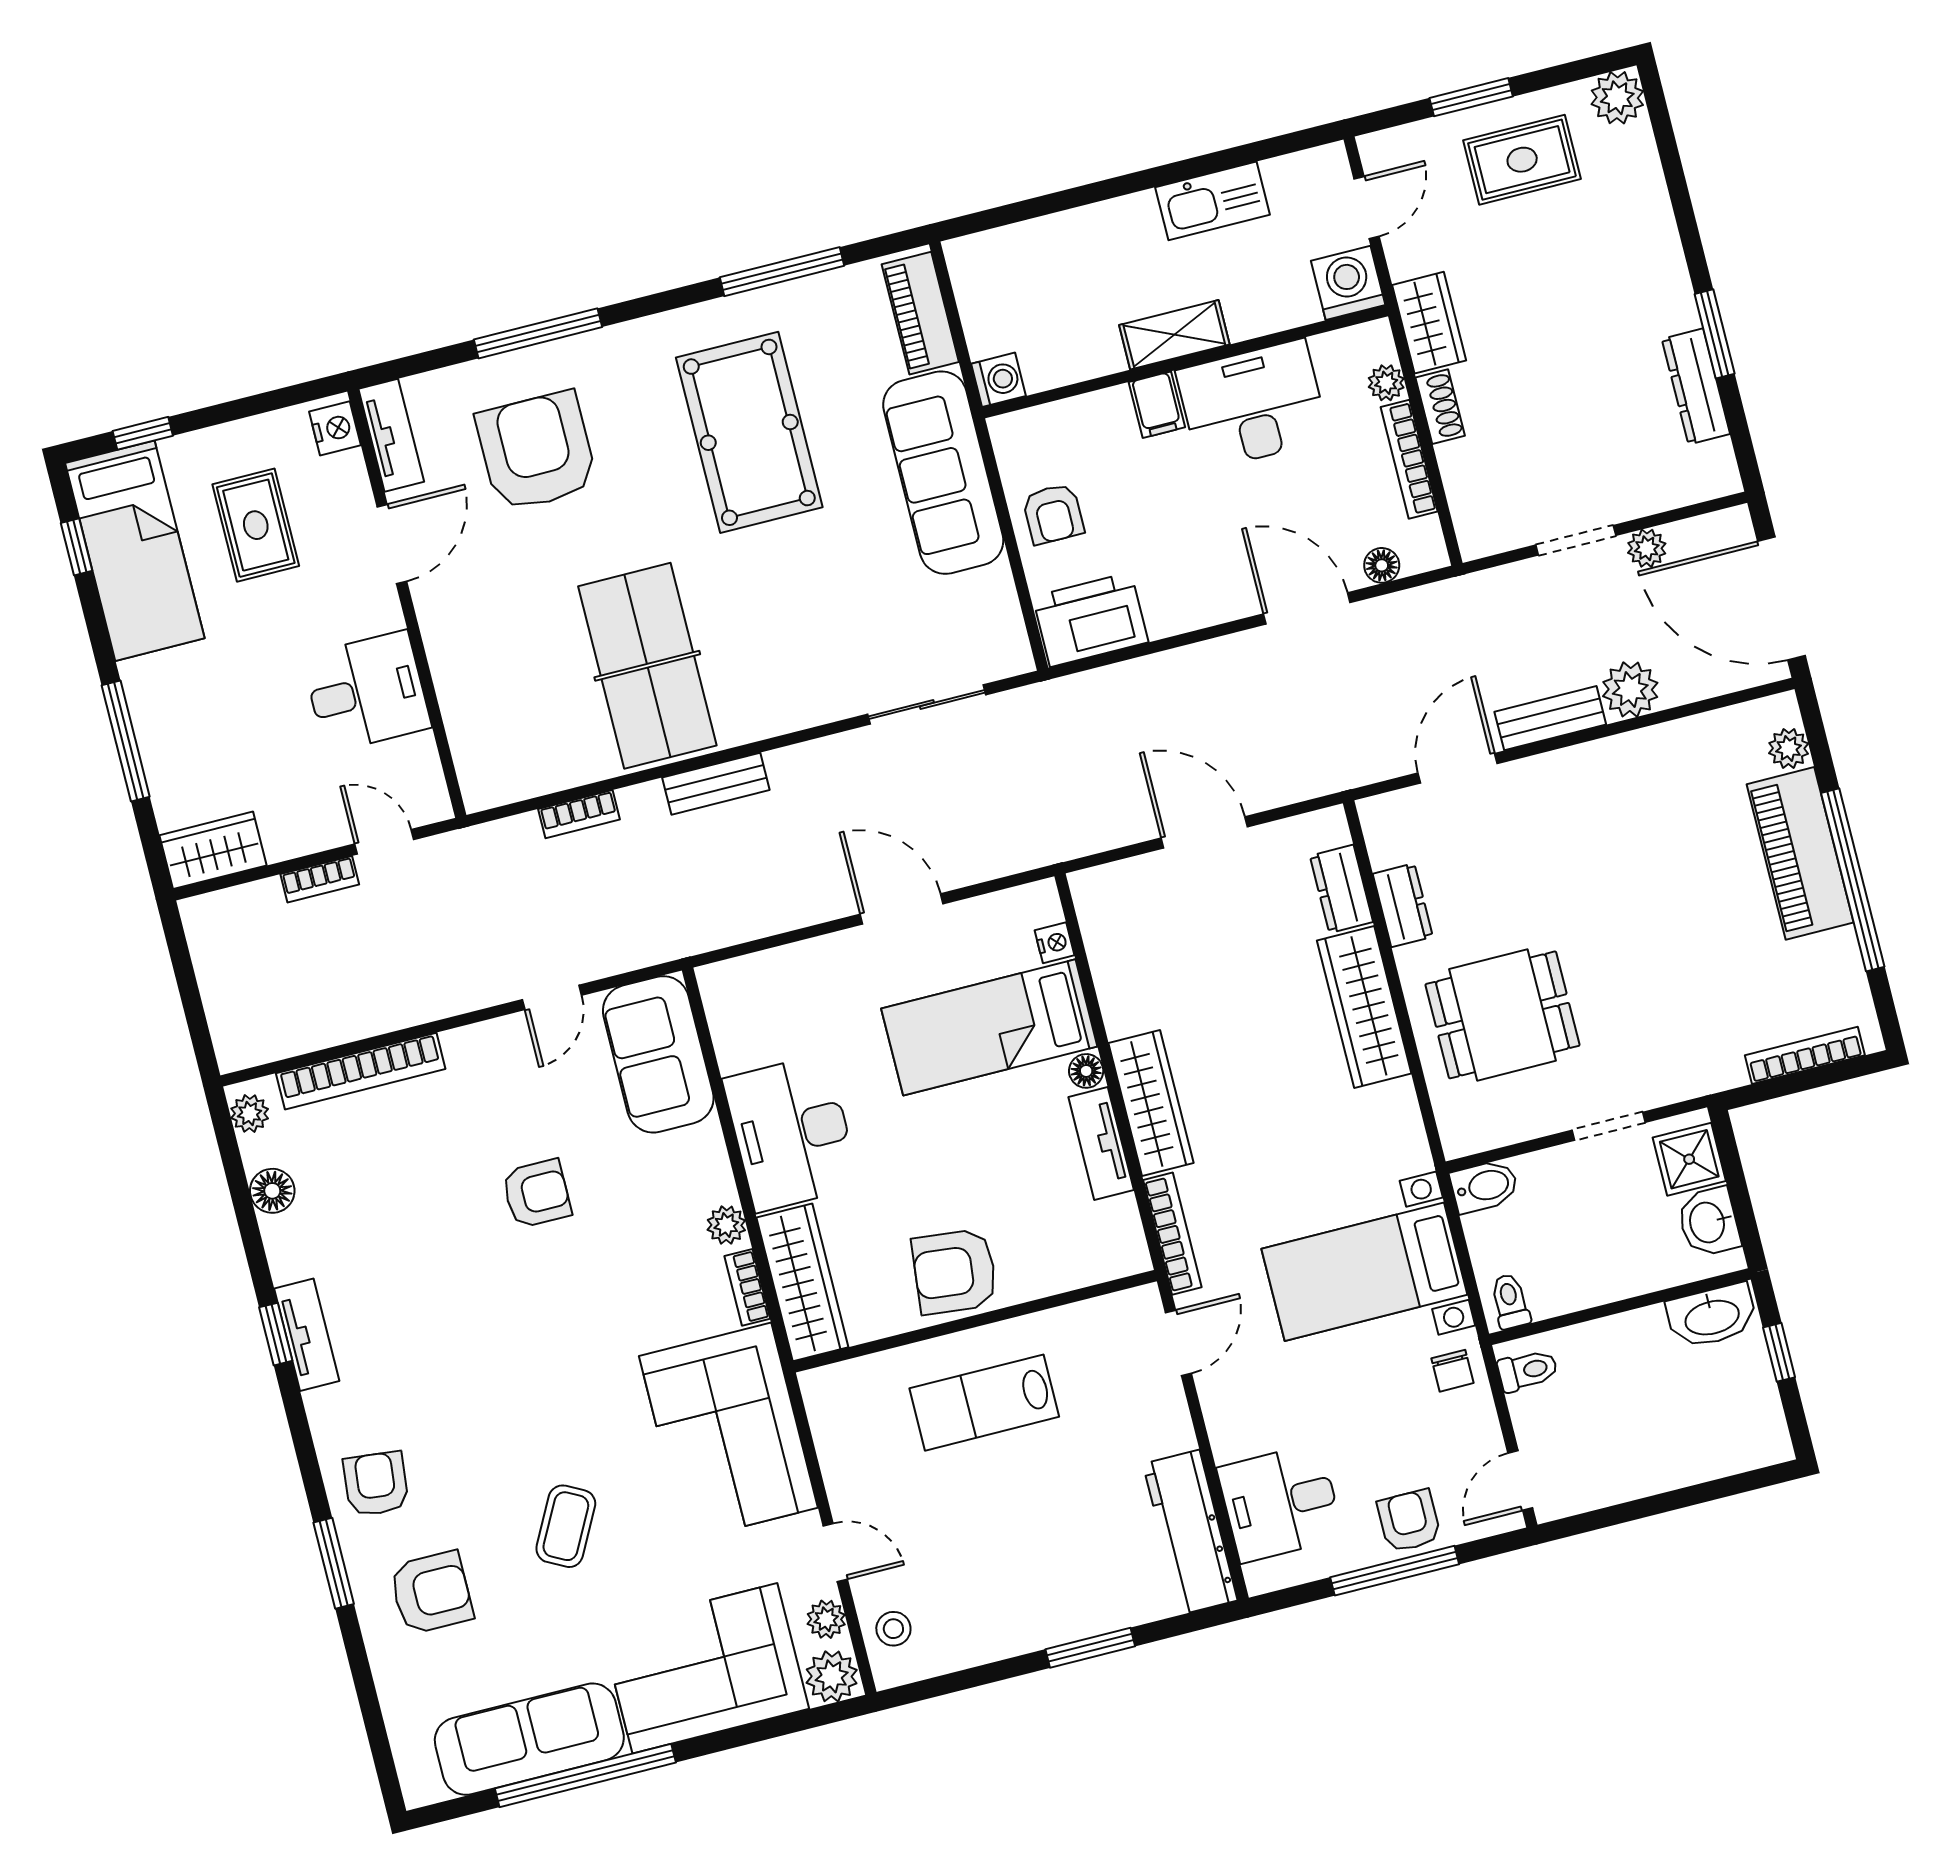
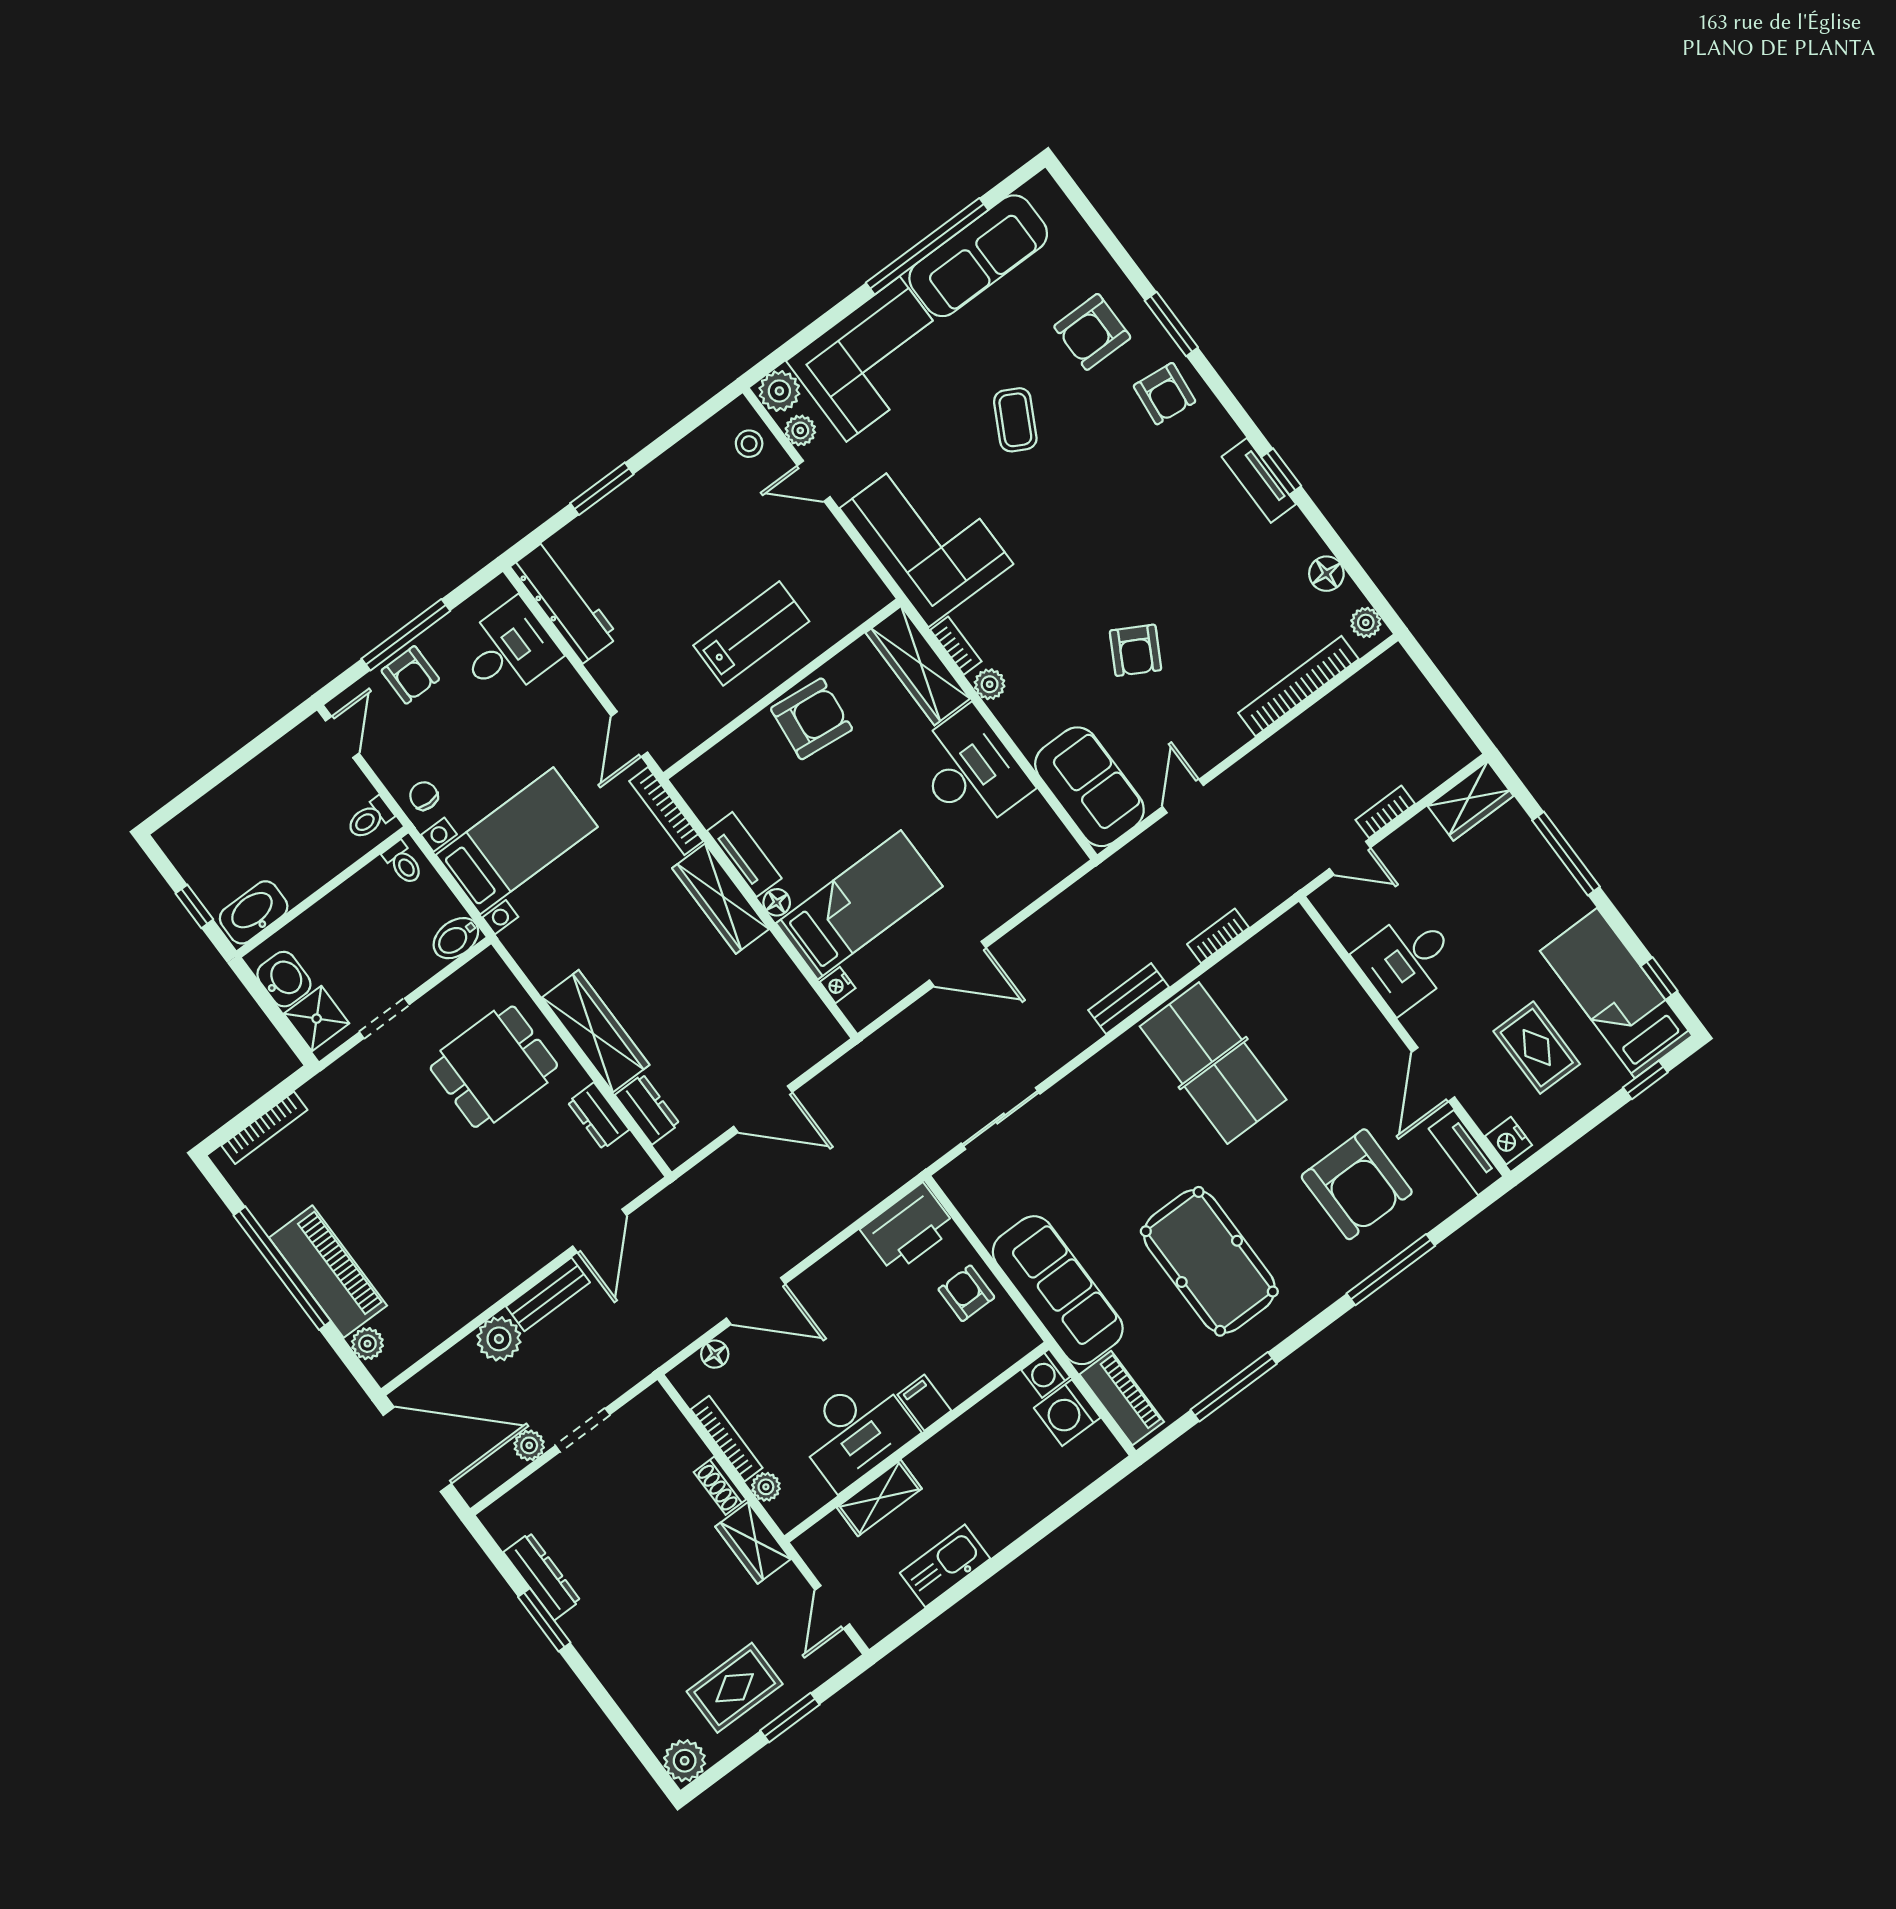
washing machine: (1348, 283) -> (1067, 1413), moved, turned 90
shelving: (1174, 335) -> (879, 1498), moved
armchair: (537, 1194) -> (1135, 650), turned -61

